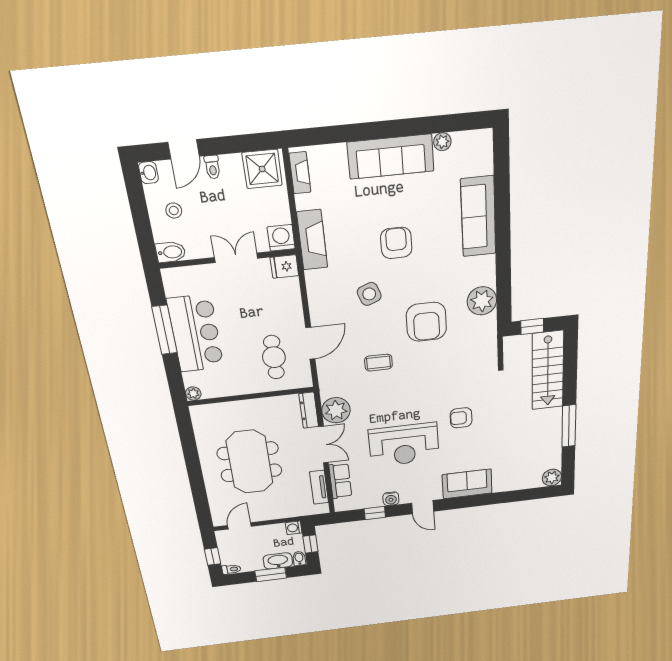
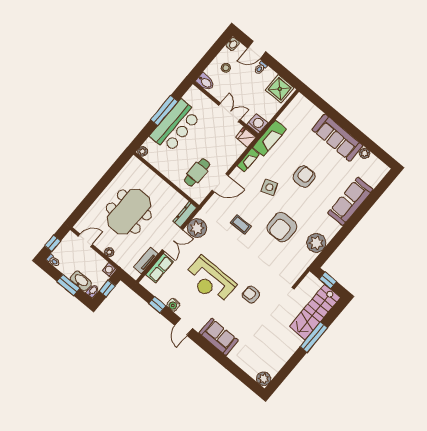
fireplace: (300, 173) -> (248, 160), moved
window: (569, 426) -> (314, 337), moved
plant: (275, 514) -> (109, 252), added

